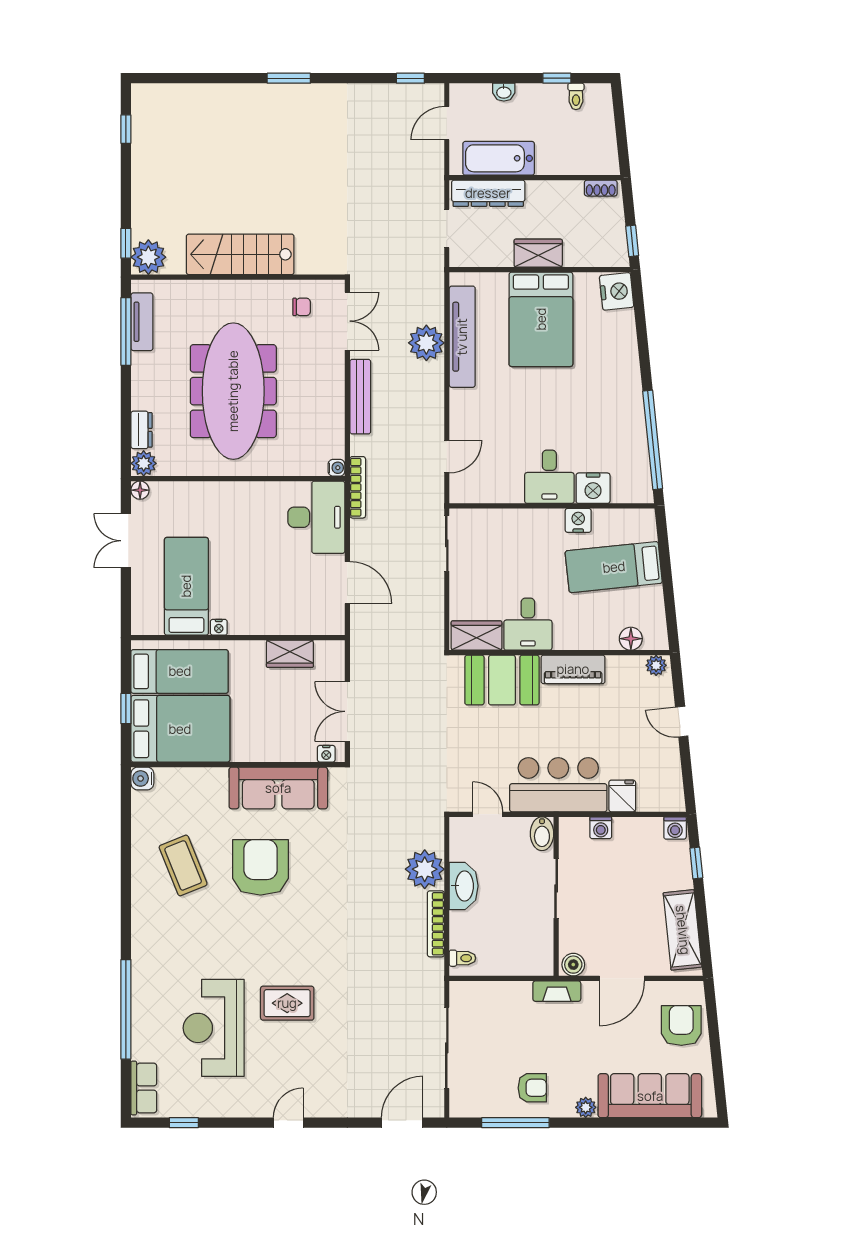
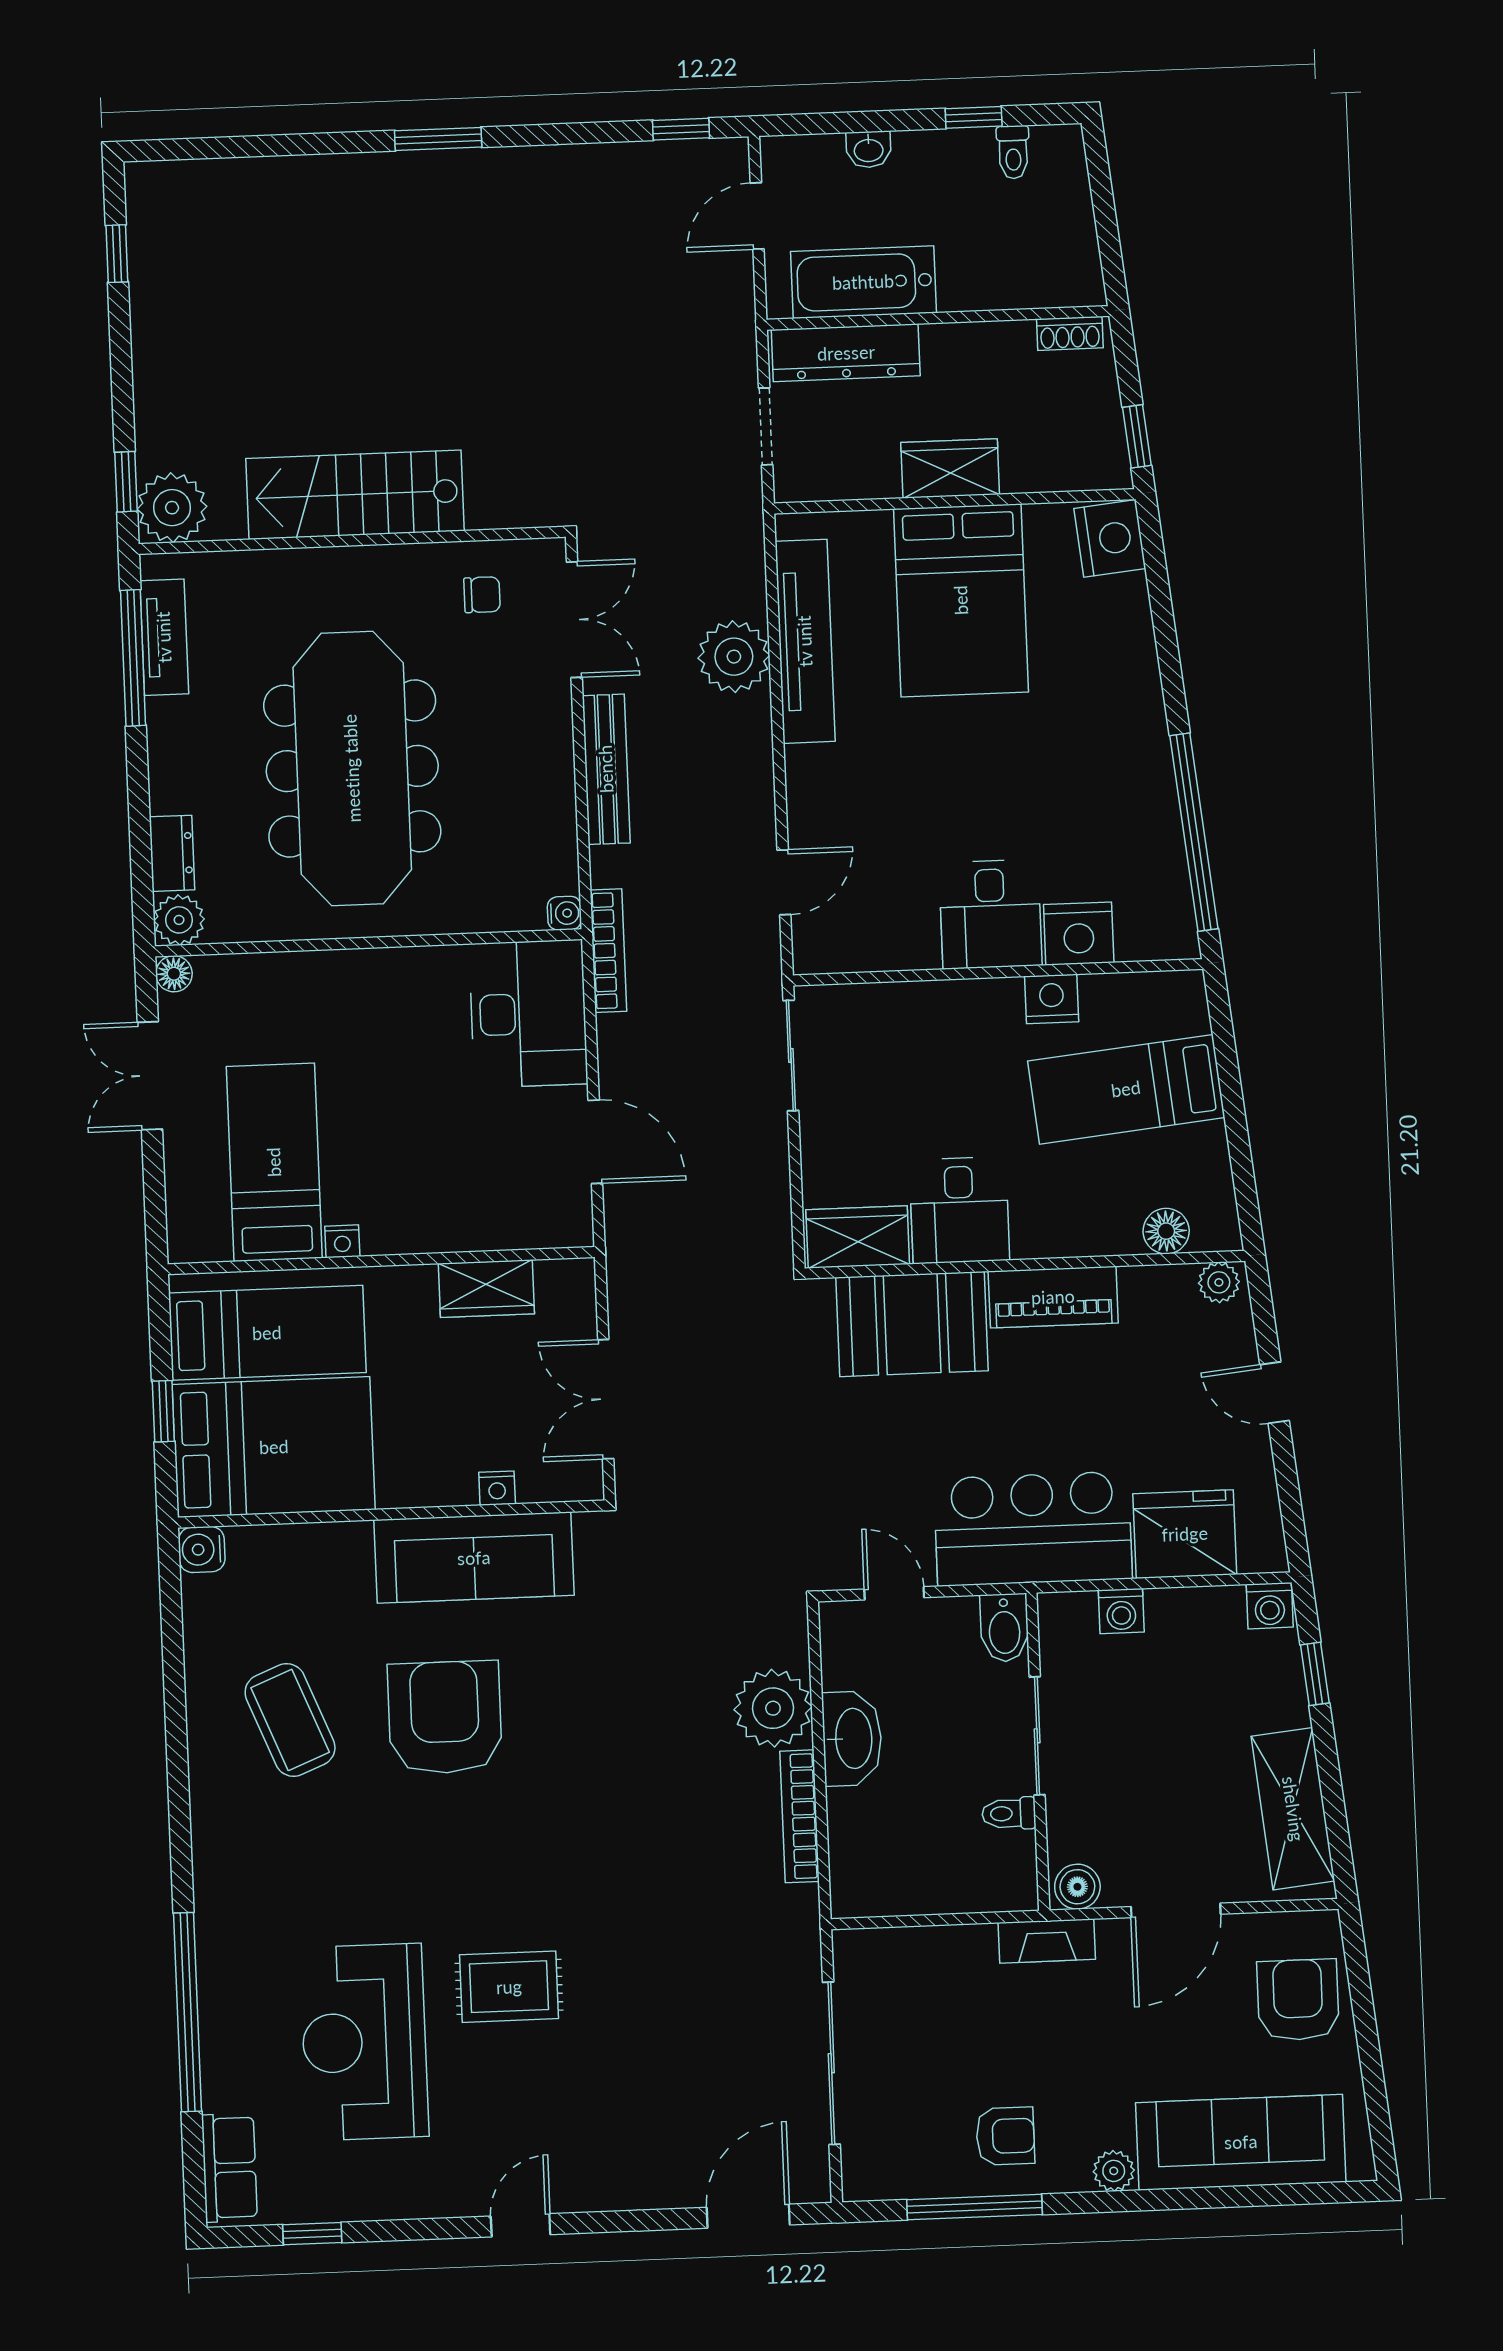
nightstand: (326, 754) -> (497, 1488), moved
fridge: (622, 796) -> (1185, 1534), width x1.88, depth x1.34
toilet: (462, 958) -> (1009, 1814), moved, turned 180

